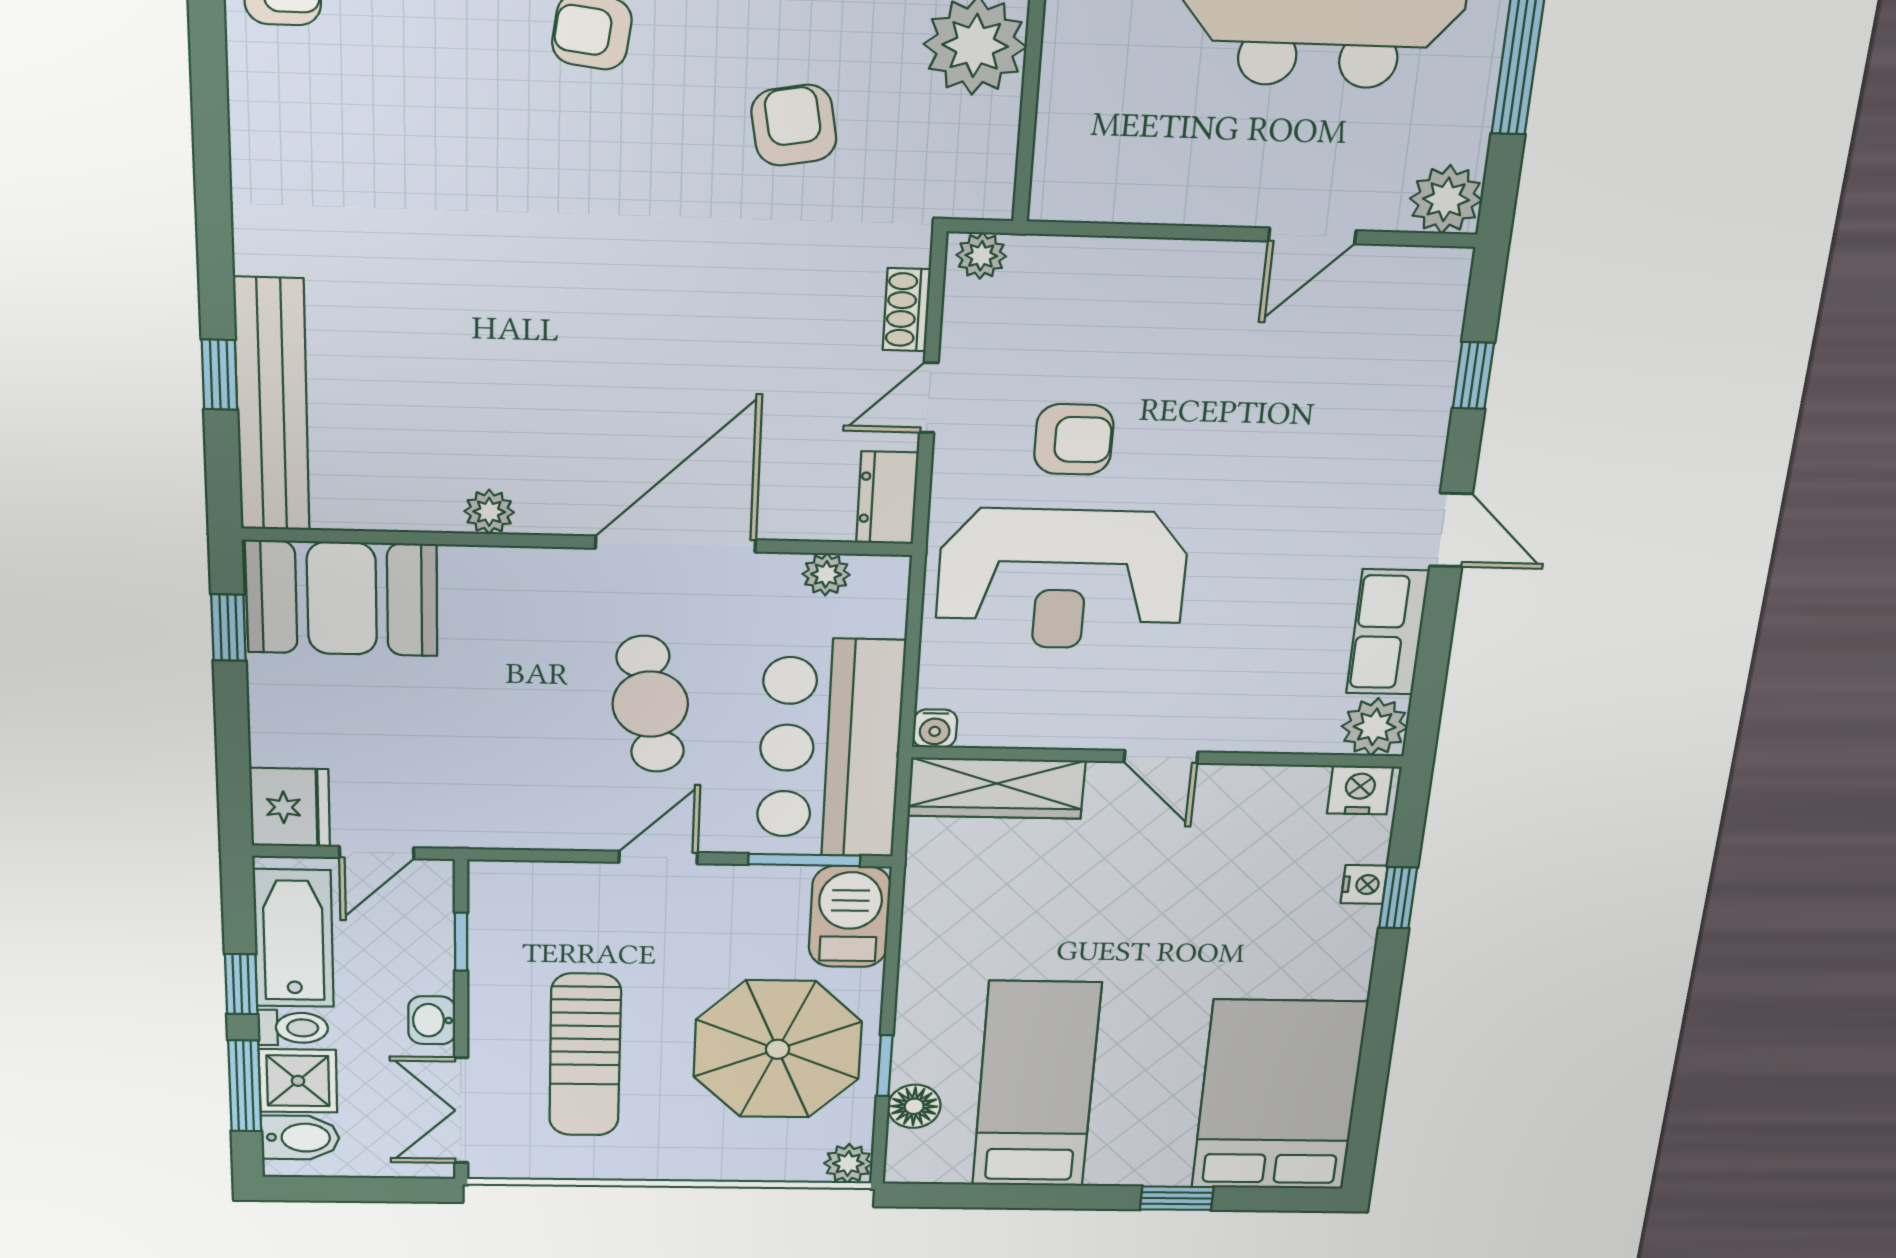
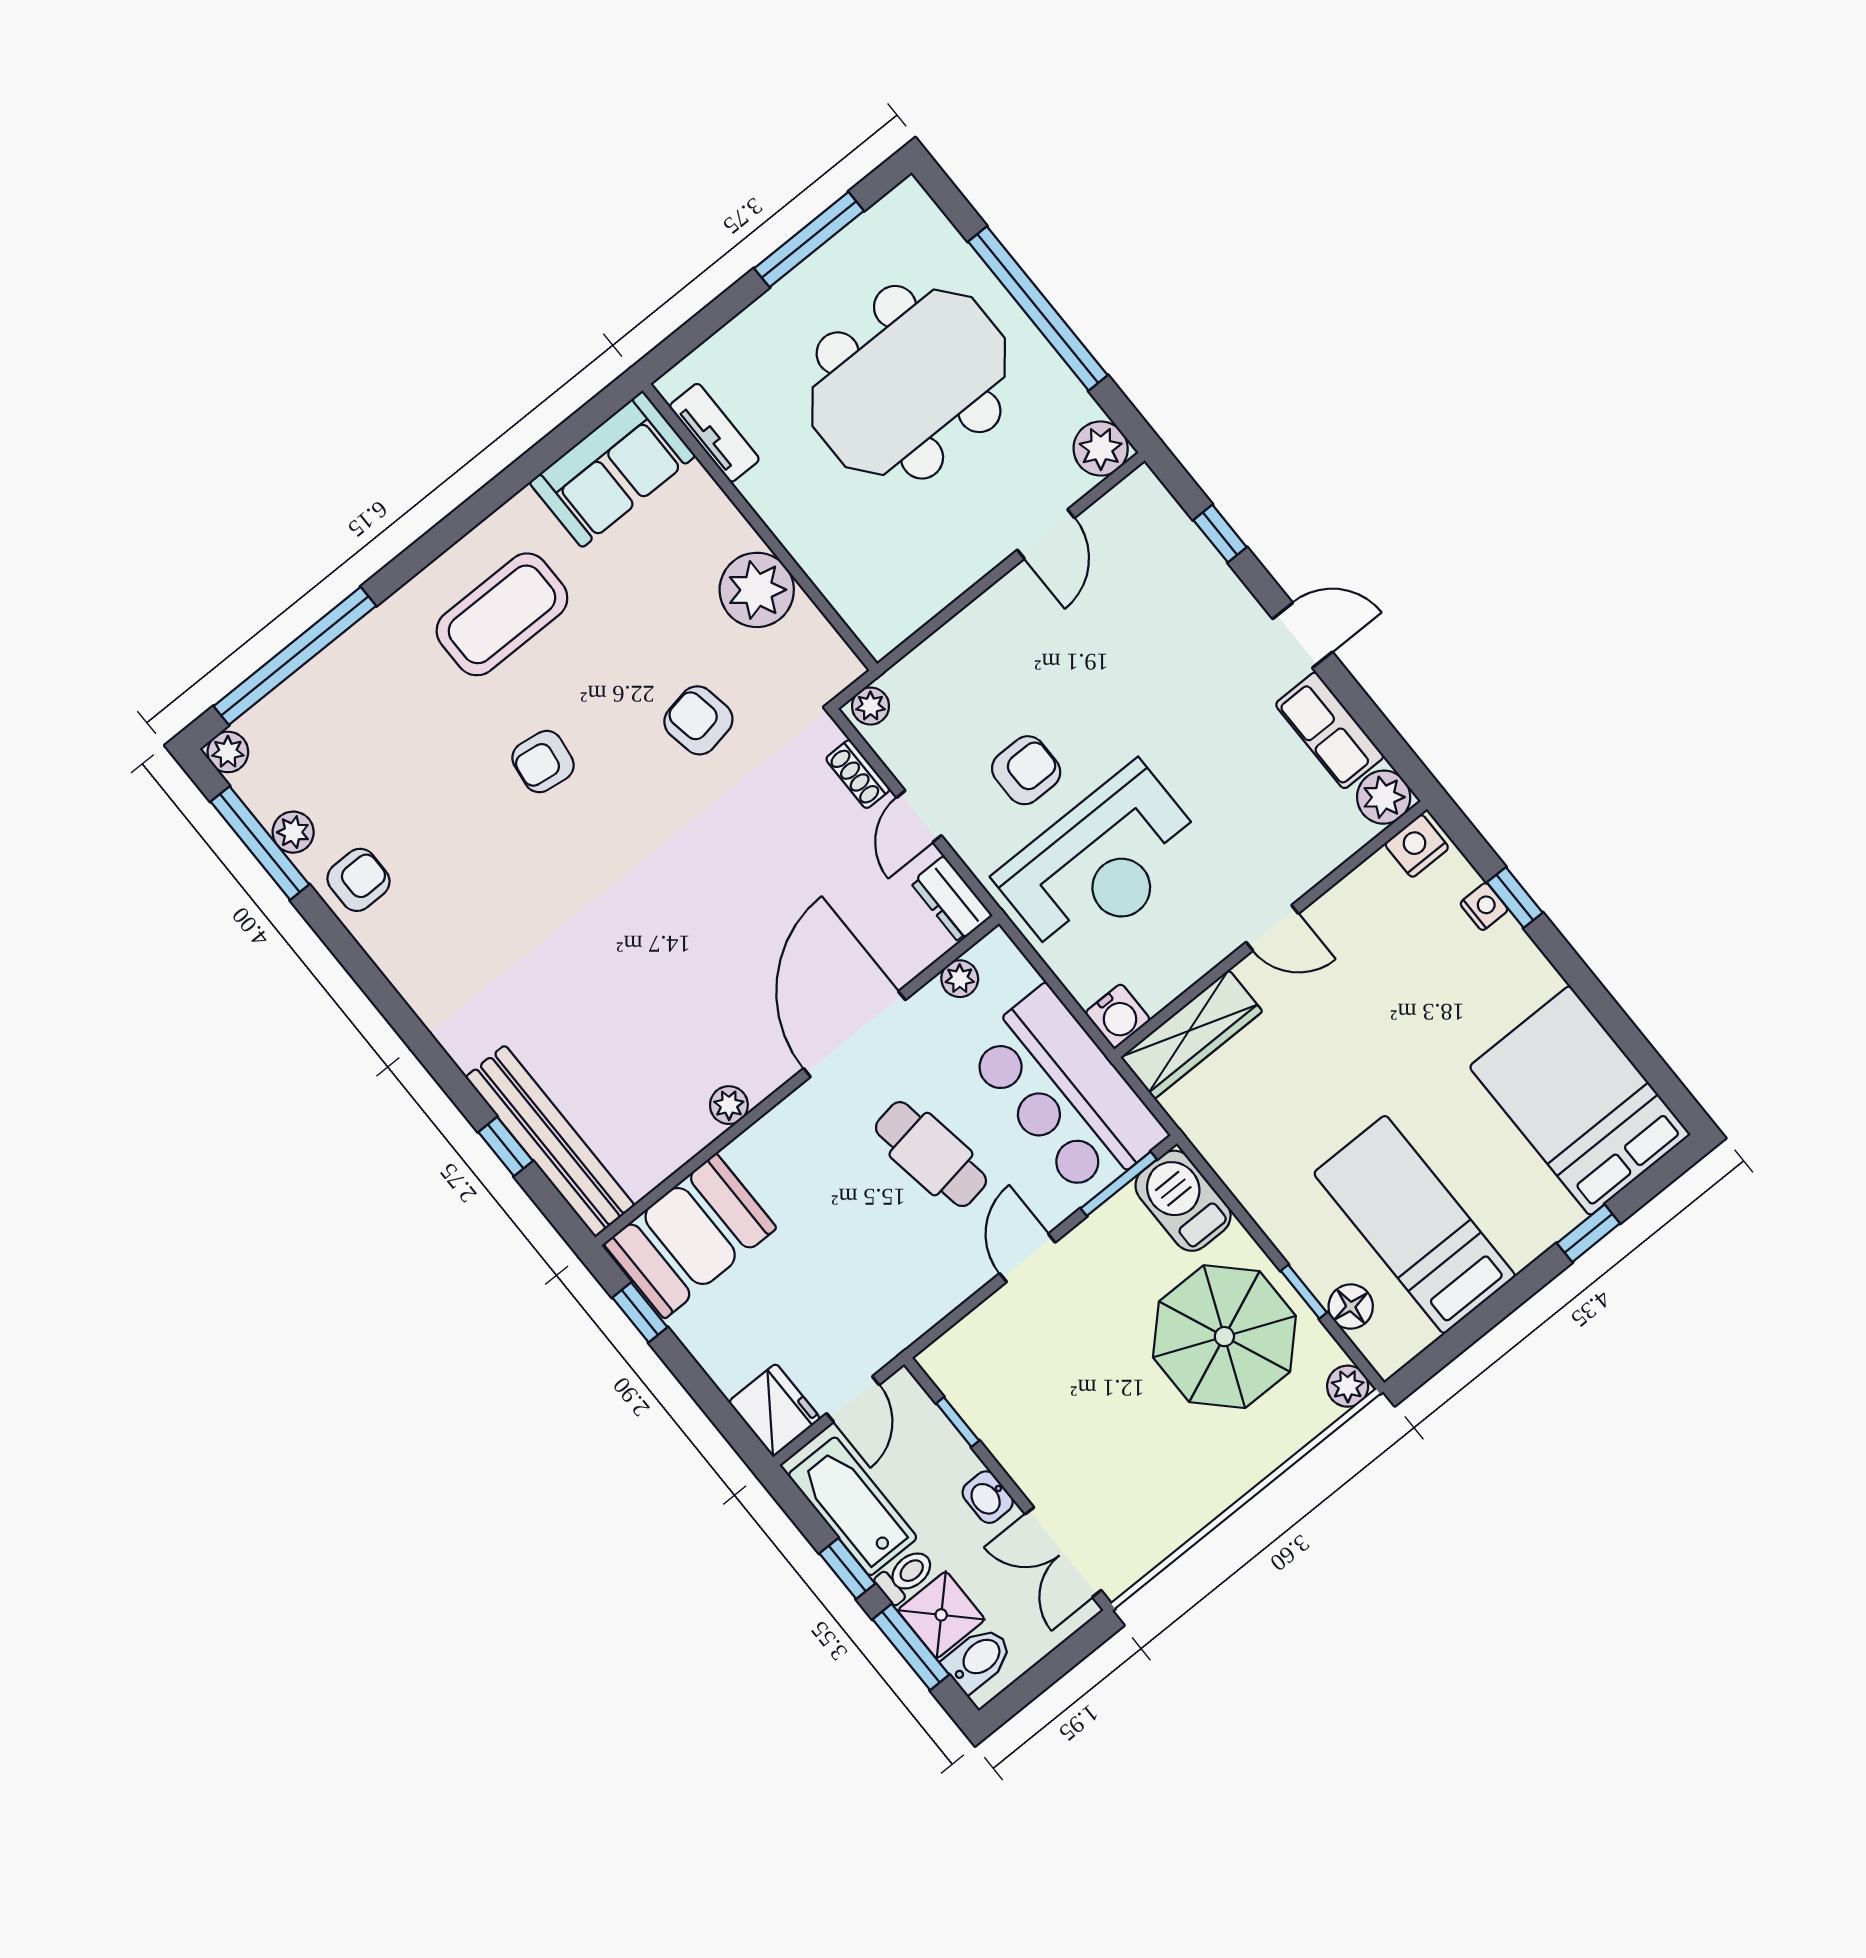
water cooler: (935, 728) -> (1118, 1016), width x1.38, depth x1.38
sun lounger: (585, 1055) -> (1106, 1443), removed

